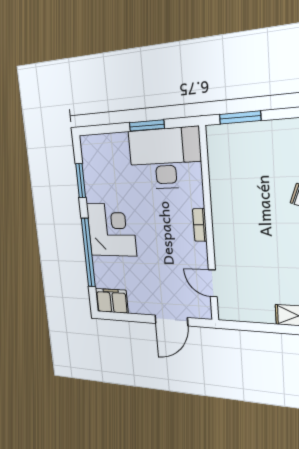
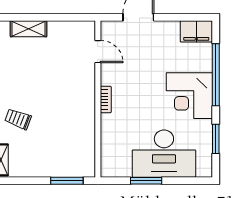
desk: (165, 159) -> (164, 154), moved

